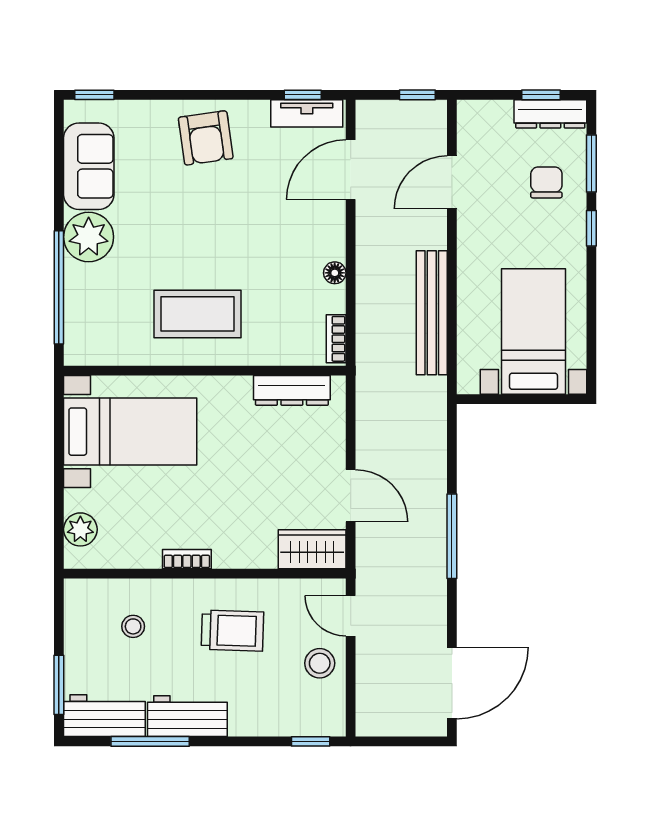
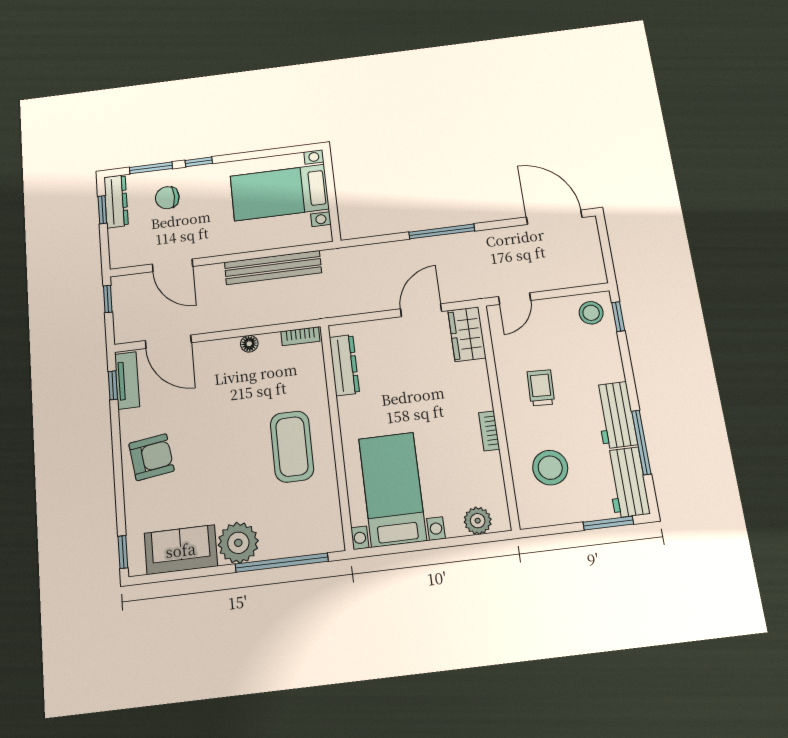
stool: (133, 626) -> (550, 468), width x1.89, depth x1.89
trolley: (232, 631) -> (541, 388), width x0.73, depth x0.72
stool: (320, 663) -> (591, 313), moved

